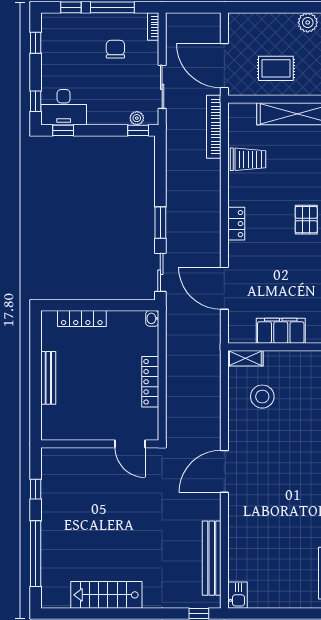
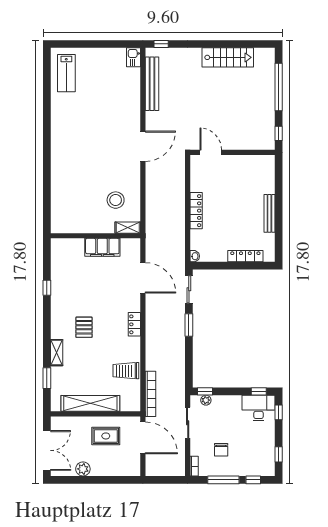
wall: (100, 444) -> (232, 152), moved
door: (130, 444) -> (211, 152), moved

